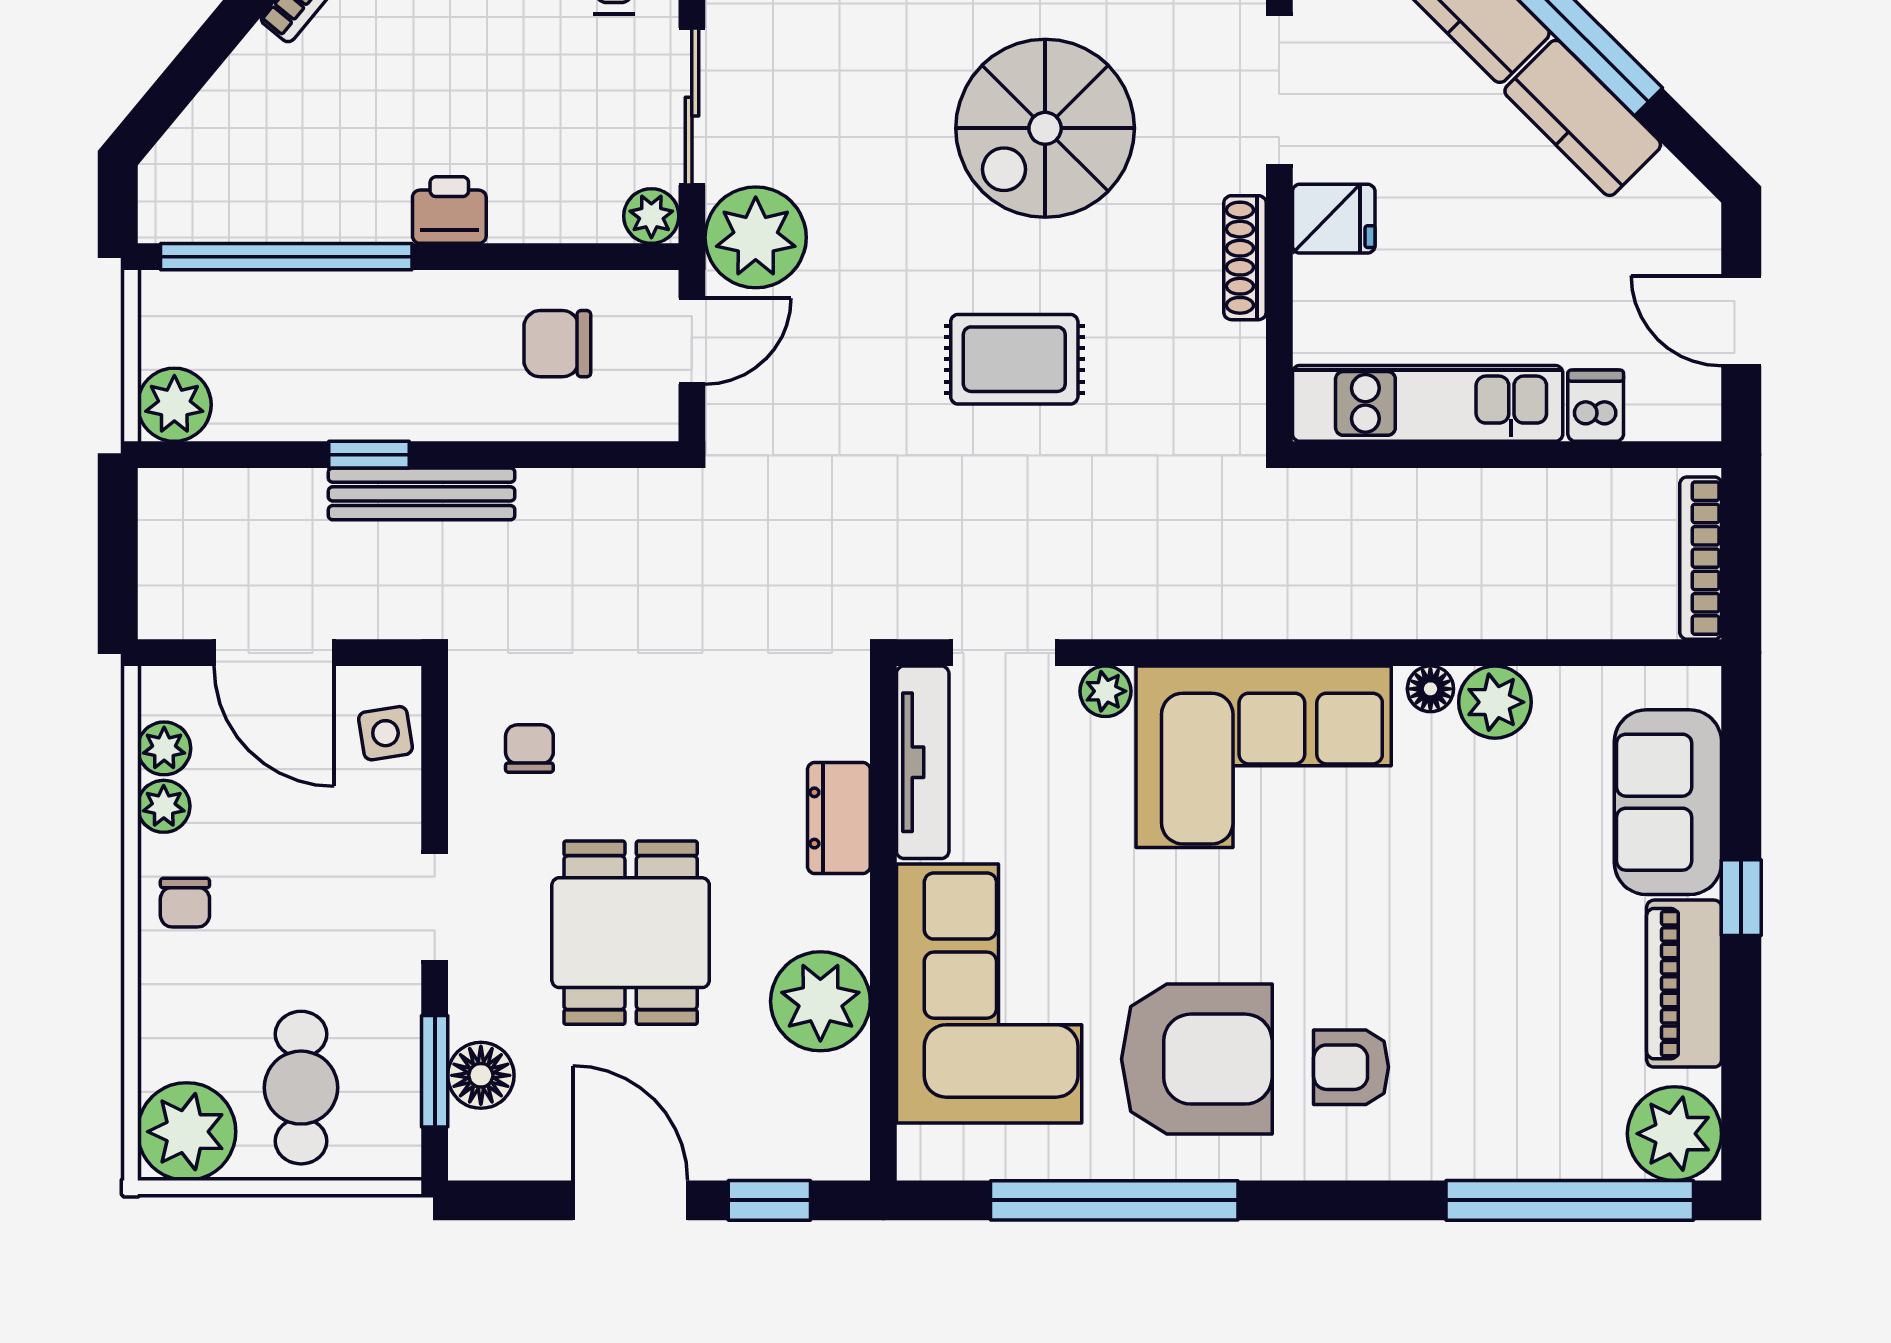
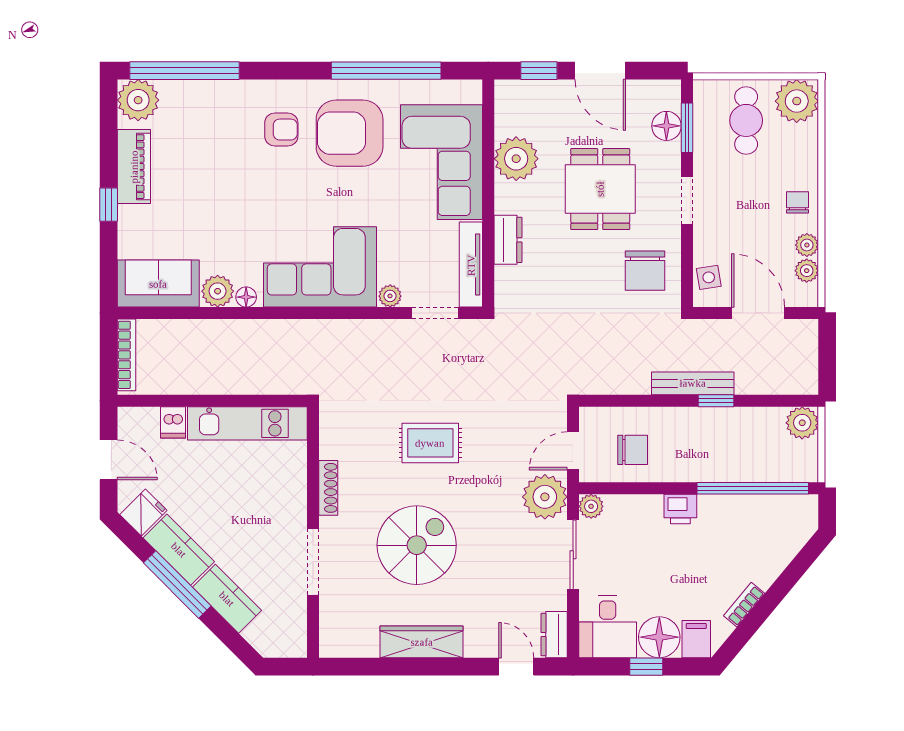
fridge: (1334, 219) -> (143, 512), moved, turned 135
chair: (529, 749) -> (645, 271), width x1.87, depth x1.87
sofa: (1668, 802) -> (158, 284), moved, turned -90

